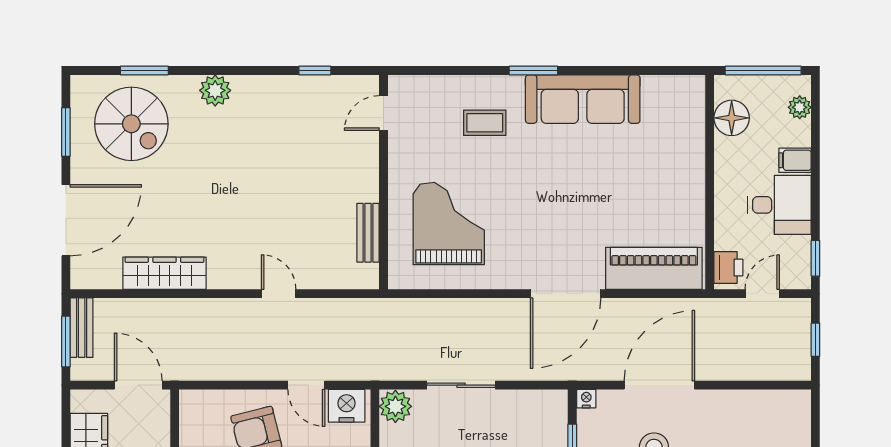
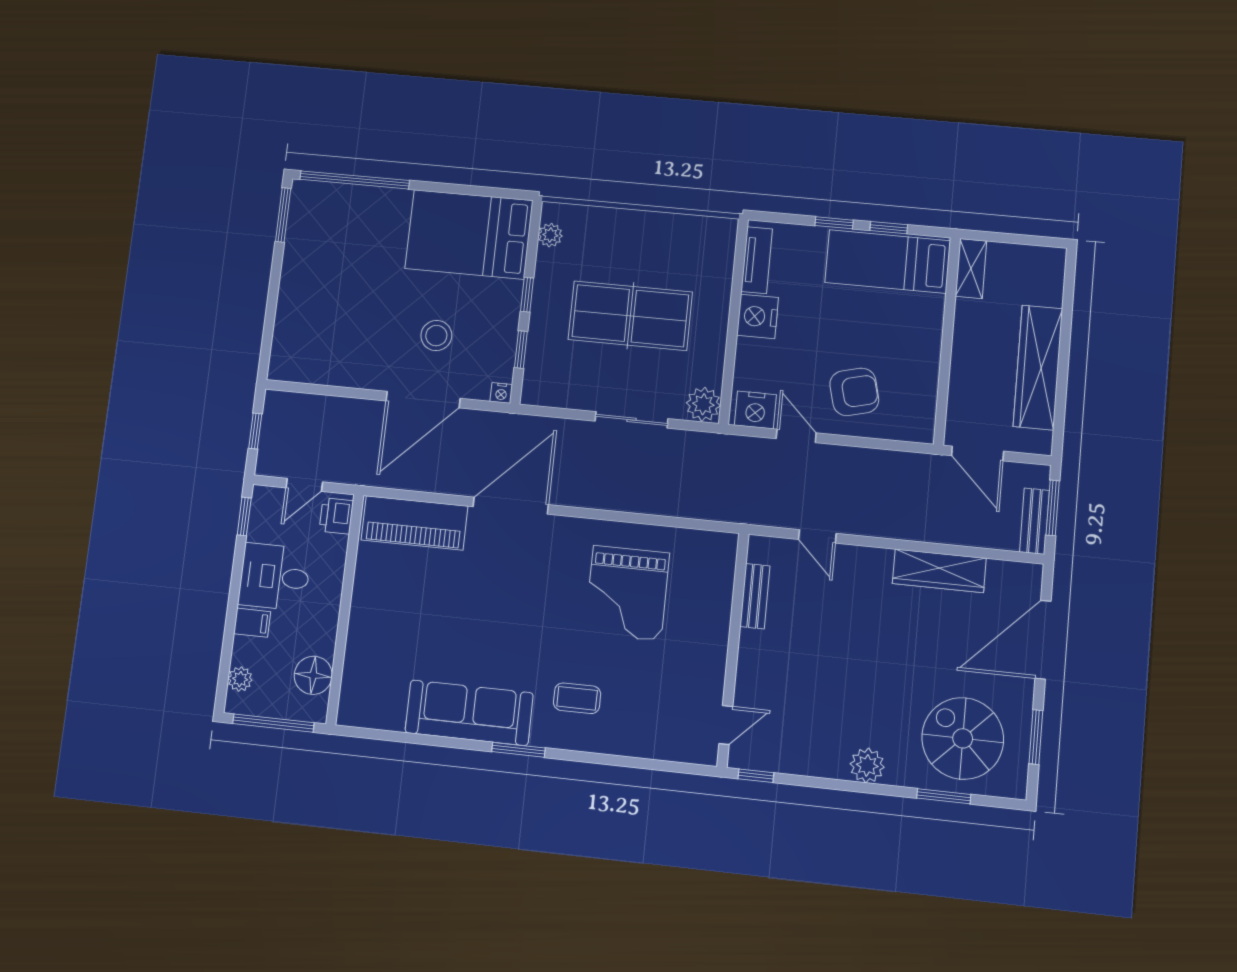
door: (383, 113) -> (726, 725), moved
wall: (383, 182) -> (733, 649), moved
bench: (368, 233) -> (755, 596), moved

